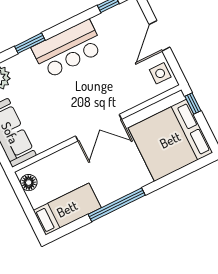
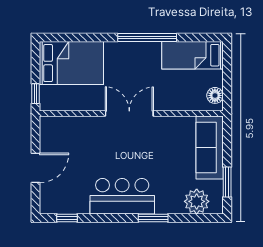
side table: (160, 73) -> (51, 135), removed
bed: (170, 140) -> (71, 63), width x0.73

